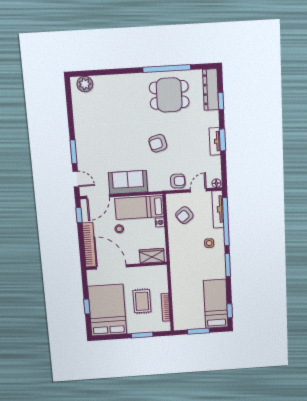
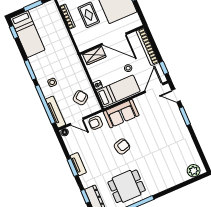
sofa: (128, 182) -> (121, 114), moved
door: (198, 190) -> (77, 121), hinge flipped
door: (111, 267) -> (114, 39), moved

